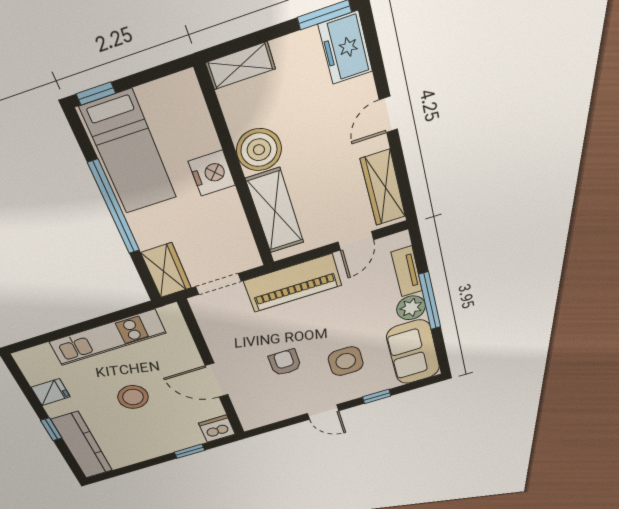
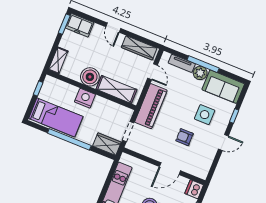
window: (96, 94) -> (38, 88), moved

